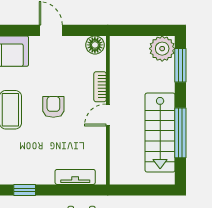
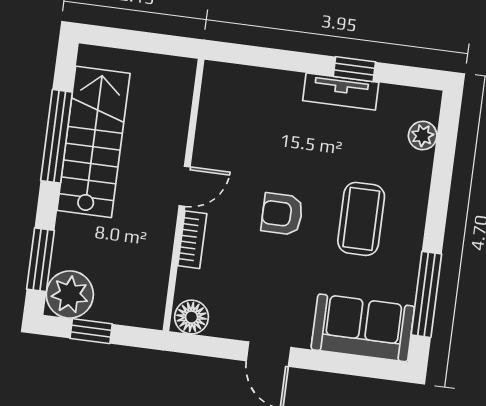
window: (148, 30) -> (91, 331), added
armchair: (53, 107) -> (282, 214), turned 90
tv unit: (75, 177) -> (341, 92), moved

